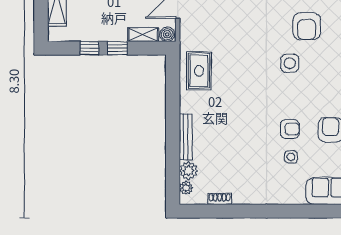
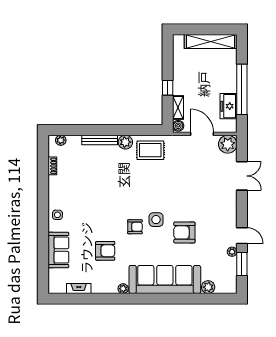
window: (89, 48) -> (168, 66), removed
armchair: (290, 129) -> (135, 227), moved, turned -90
side table: (291, 157) -> (57, 215), moved
plant: (188, 171) -> (125, 142), moved

